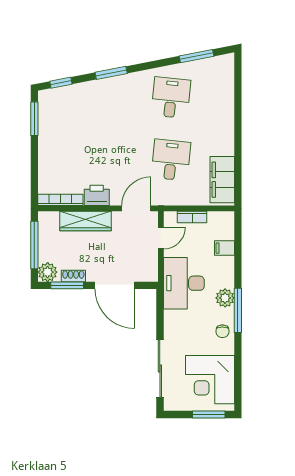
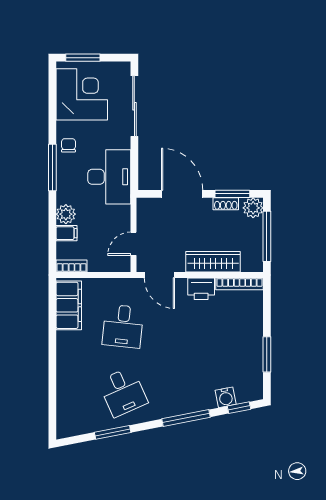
window: (196, 56) -> (113, 432), moved
window: (111, 73) -> (186, 418), width x1.44
water cooler: (73, 92) -> (226, 397), added
desk: (171, 98) -> (123, 392), turned -30
window: (34, 119) -> (267, 354), moved
door: (136, 208) -> (159, 275), hinge flipped
bookcase: (192, 217) -> (72, 266), moved
desk: (184, 283) -> (109, 177), moved
plant: (225, 298) -> (66, 214), moved

